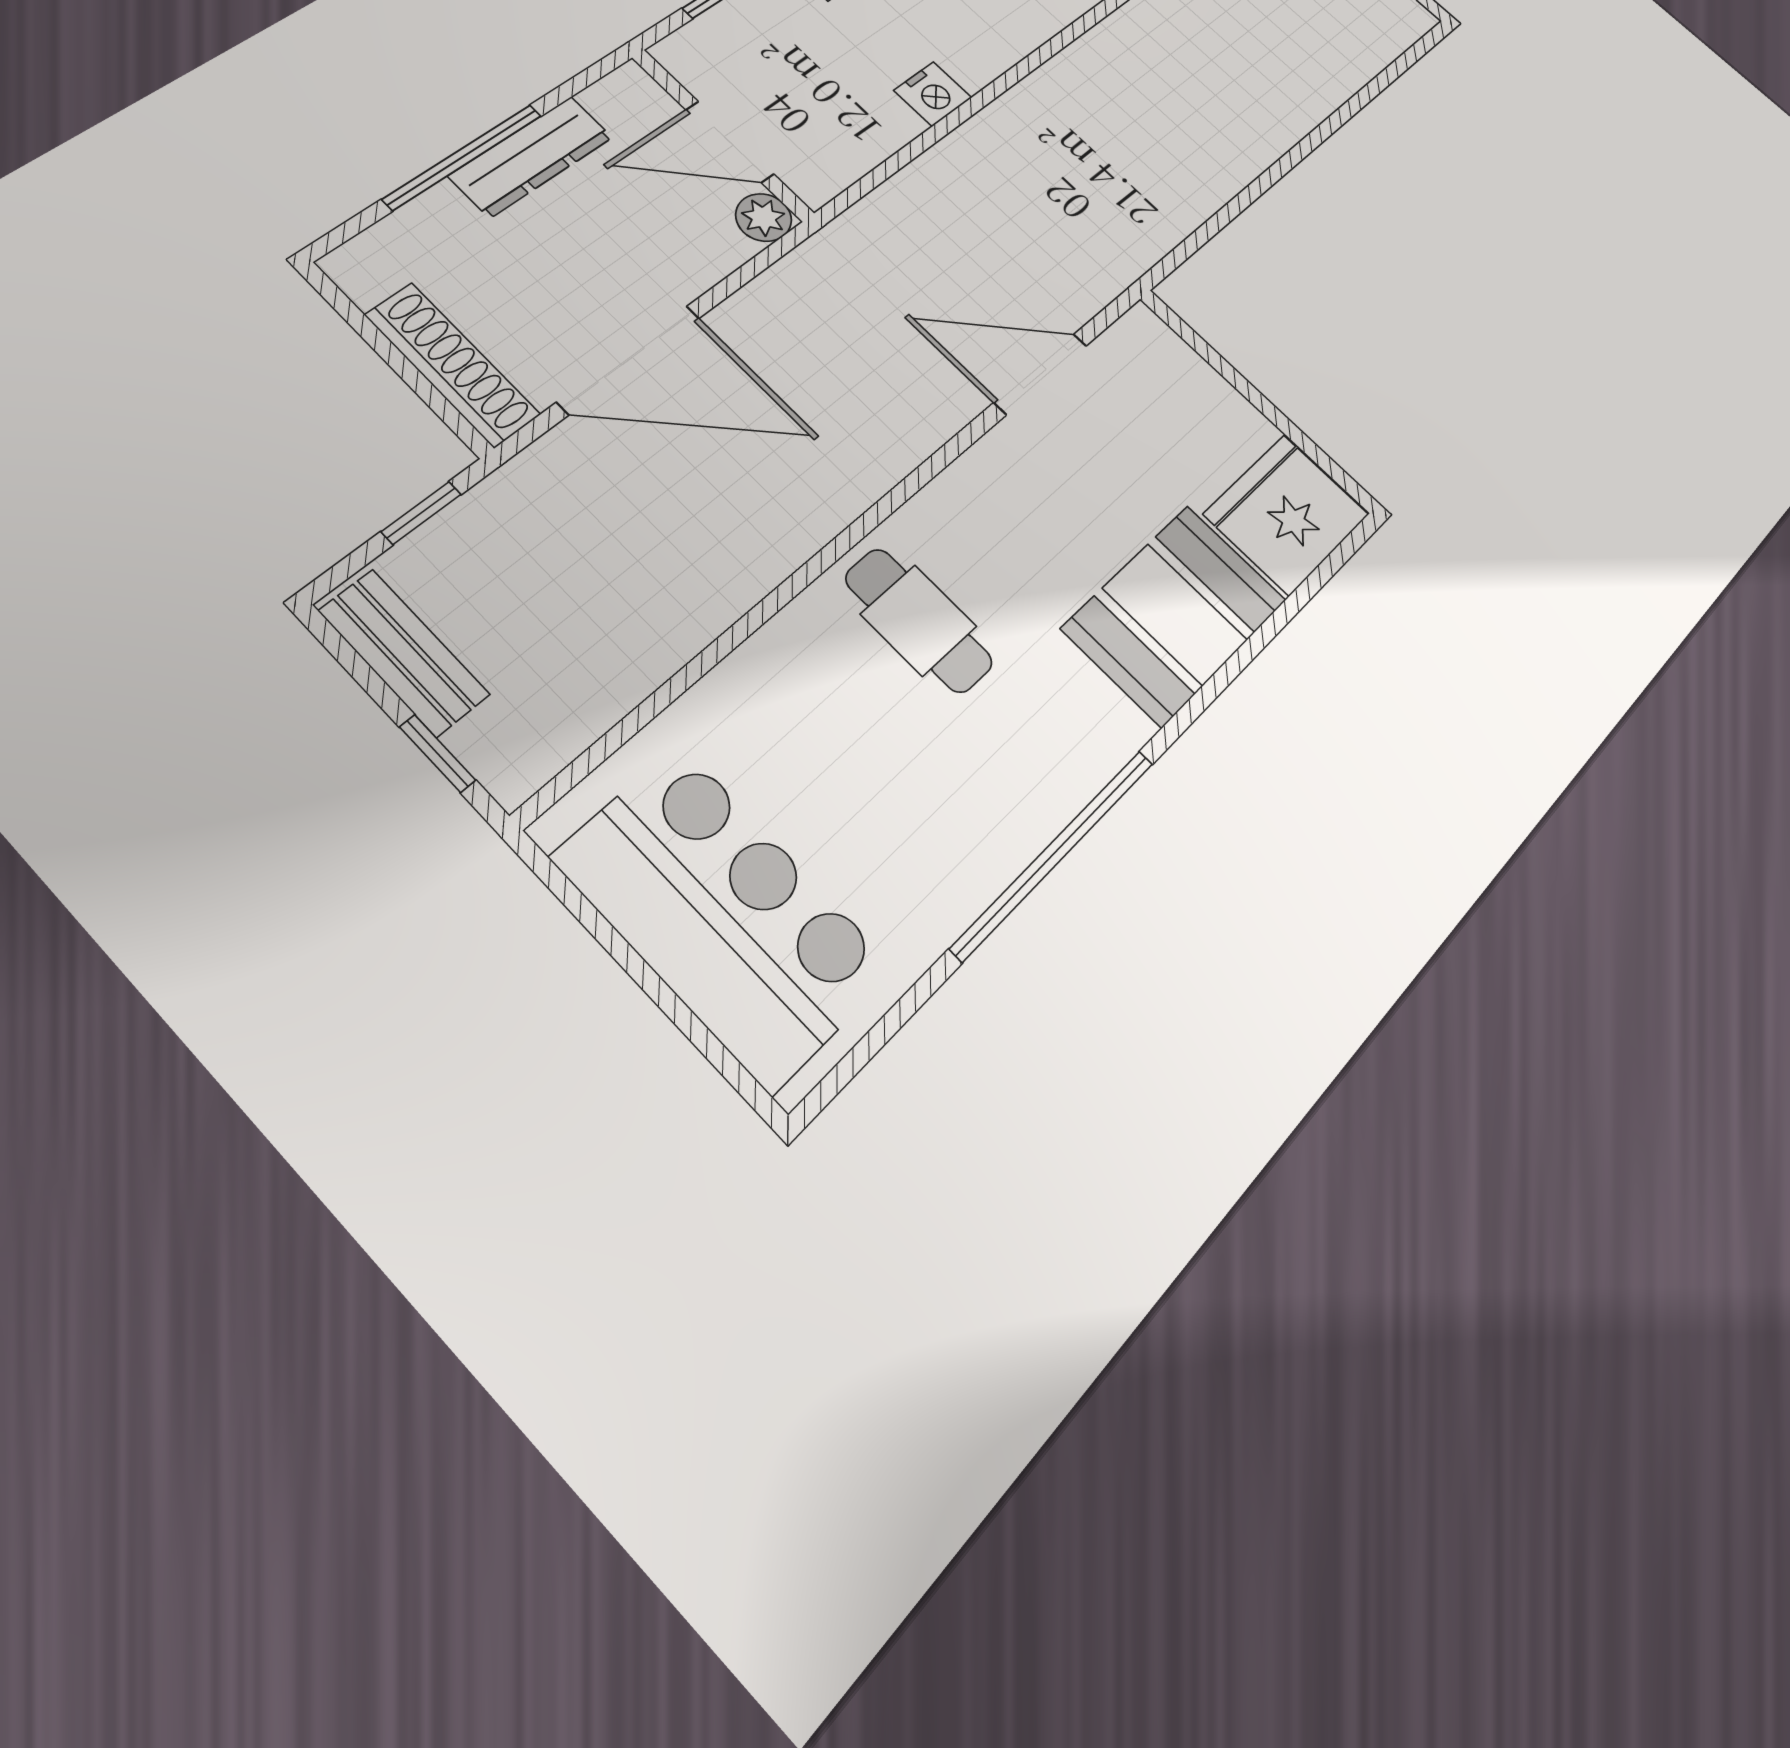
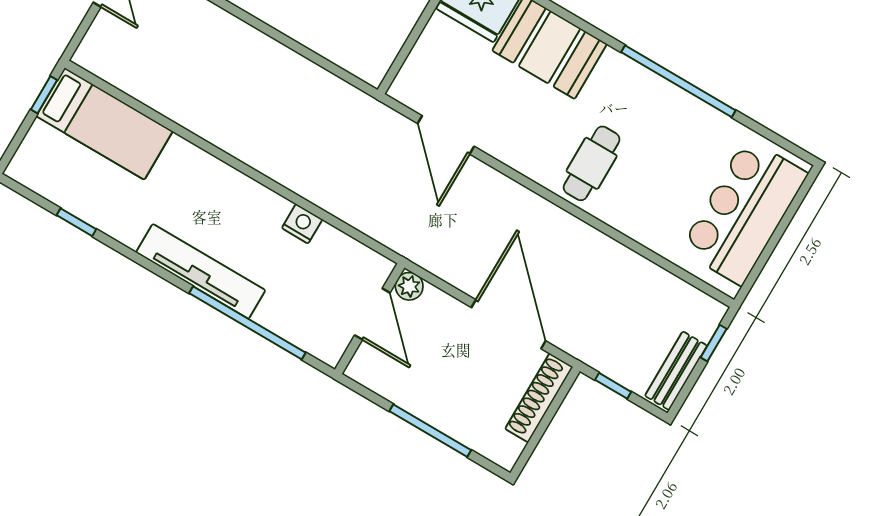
dresser: (531, 156) -> (418, 401), removed

